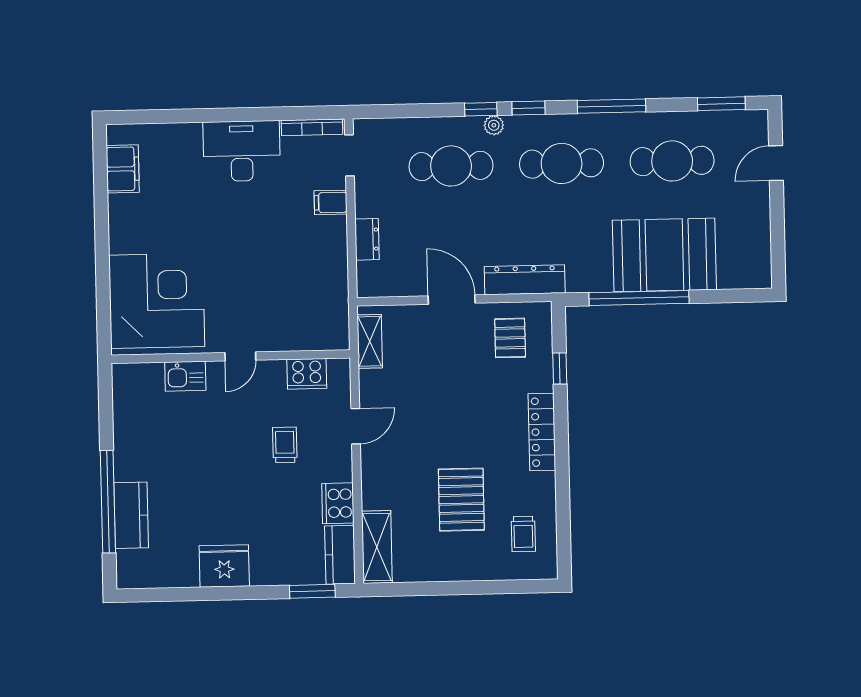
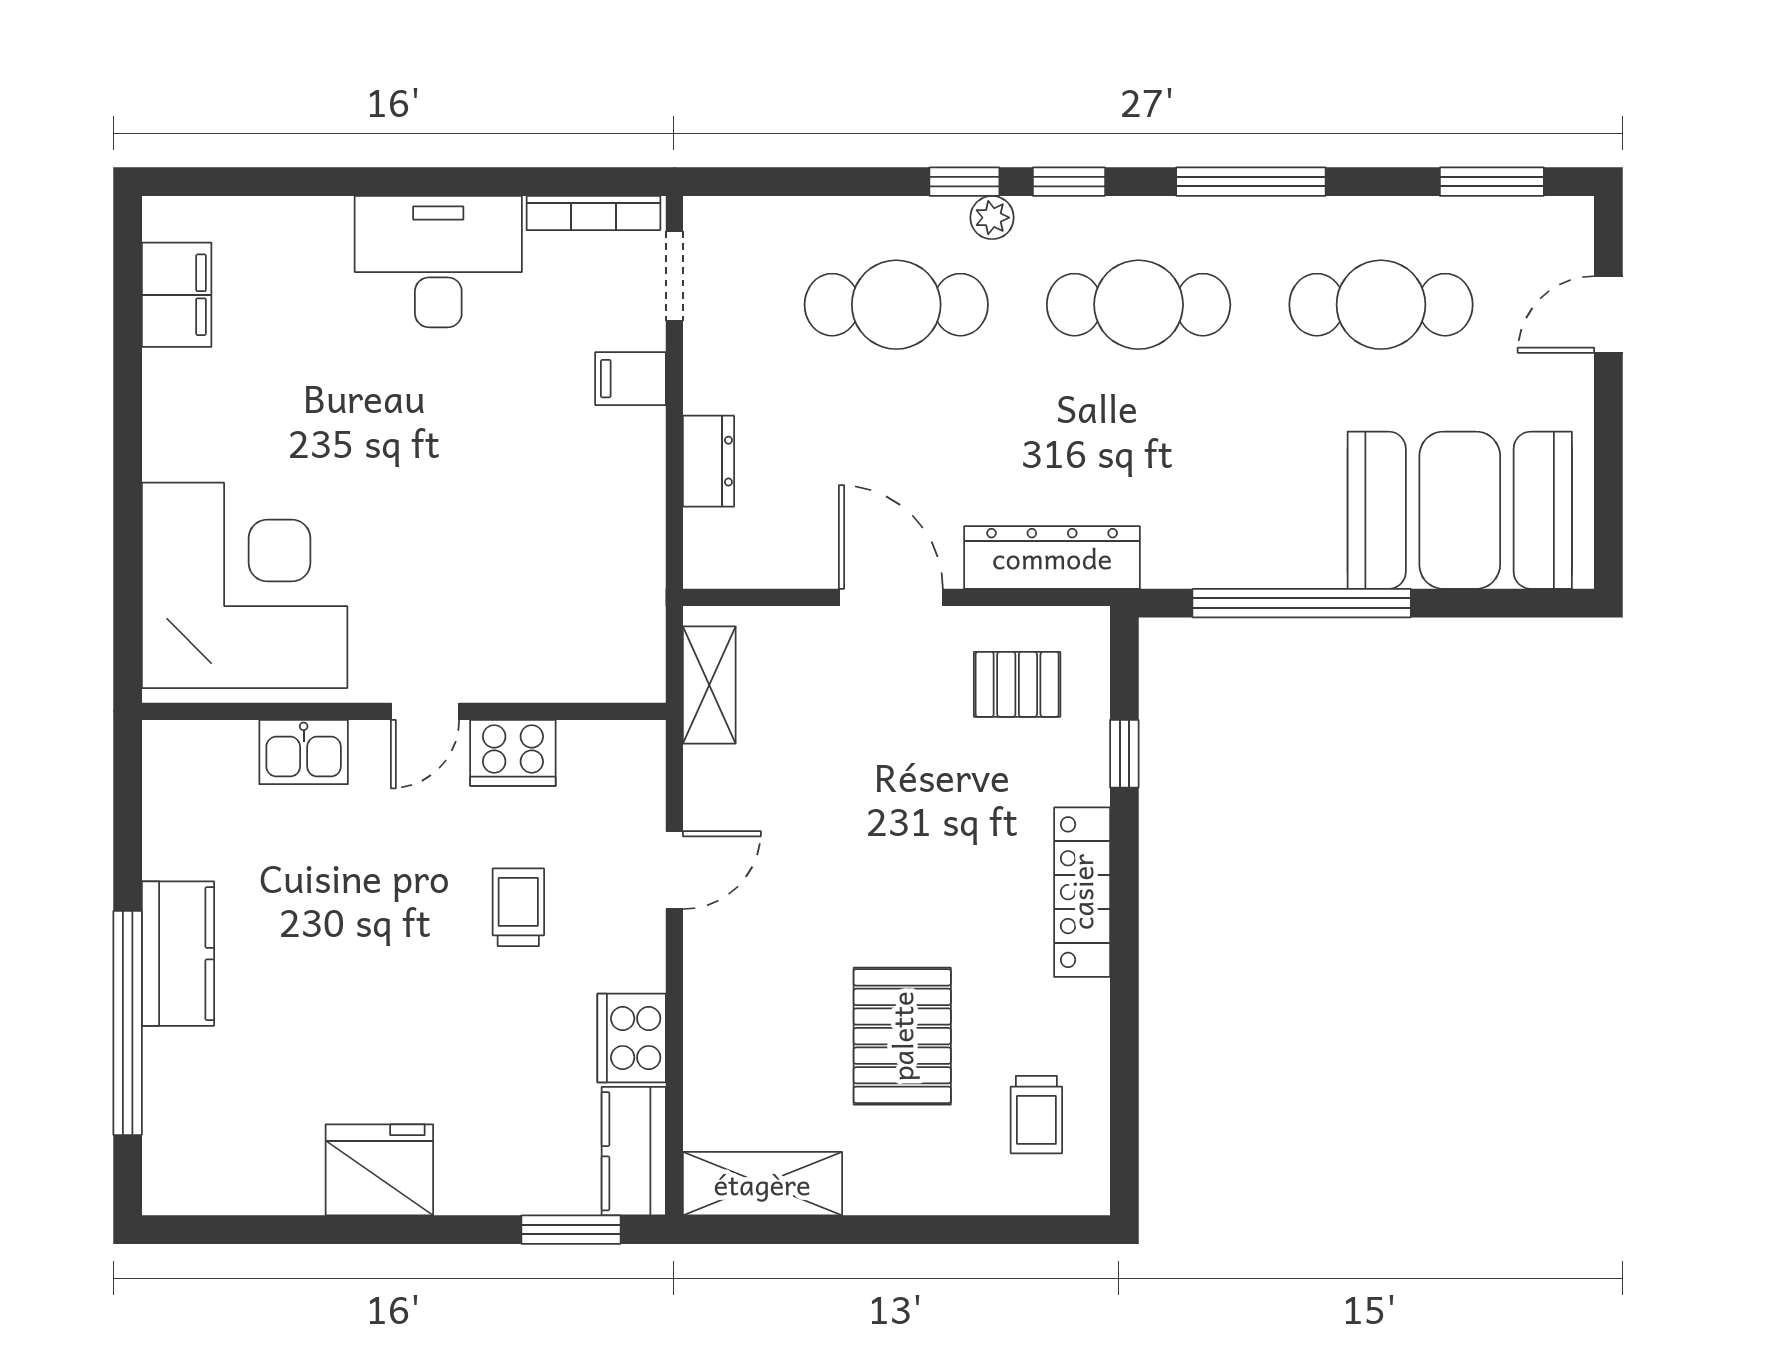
booth: (664, 255) -> (1460, 510), moved
pallet: (510, 338) -> (1017, 684), turned 90
cooker: (307, 374) -> (513, 753), moved
kitchen counter: (131, 515) -> (178, 954), moved
shelving: (377, 547) -> (762, 1184), moved, turned 90

